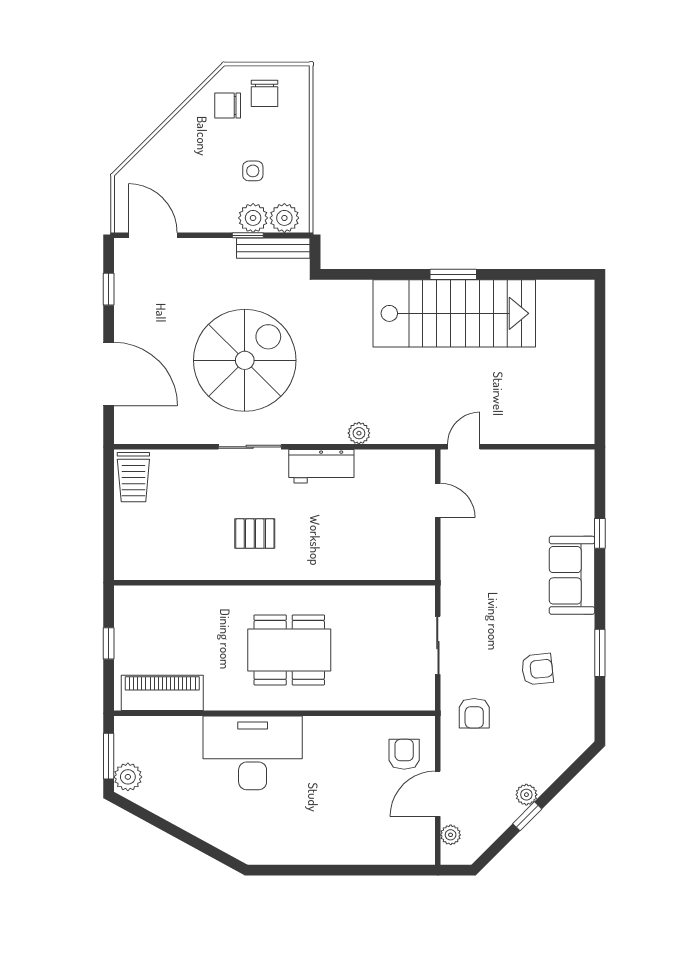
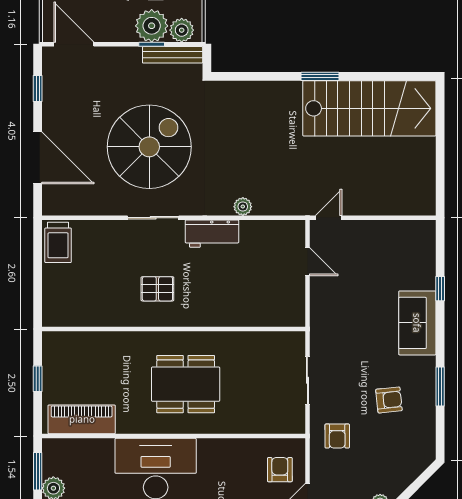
plant: (253, 218) -> (152, 26), width x1.36, depth x1.36
stairs: (454, 313) -> (369, 108), moved

